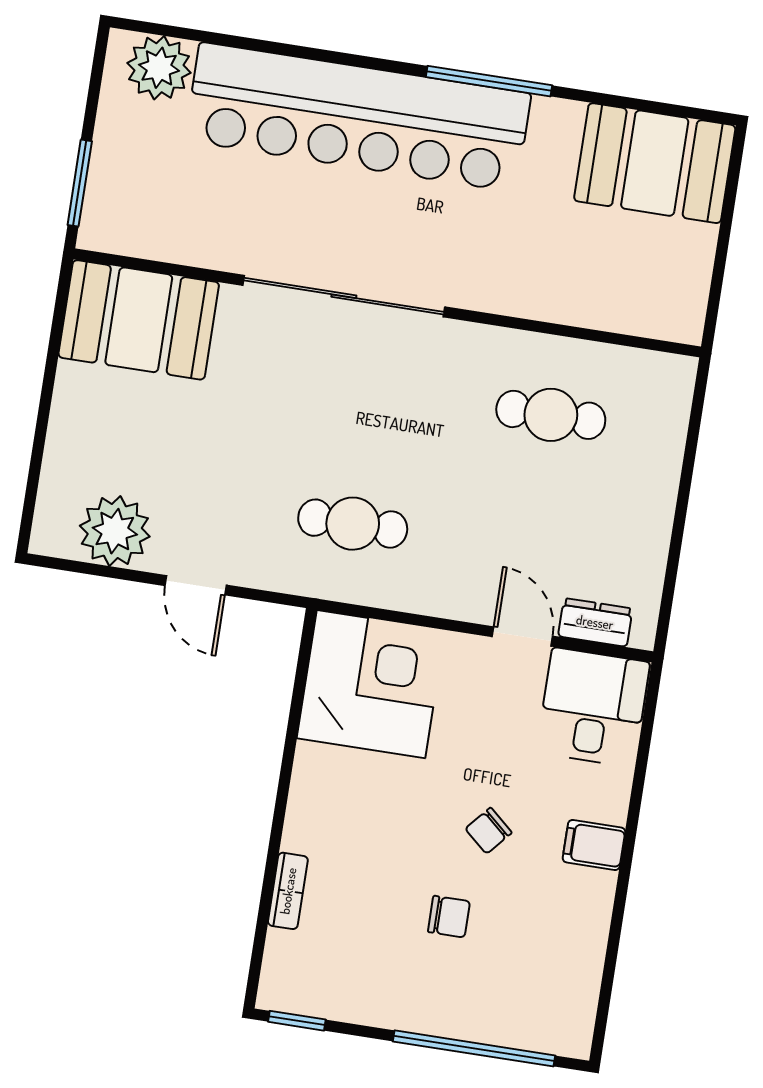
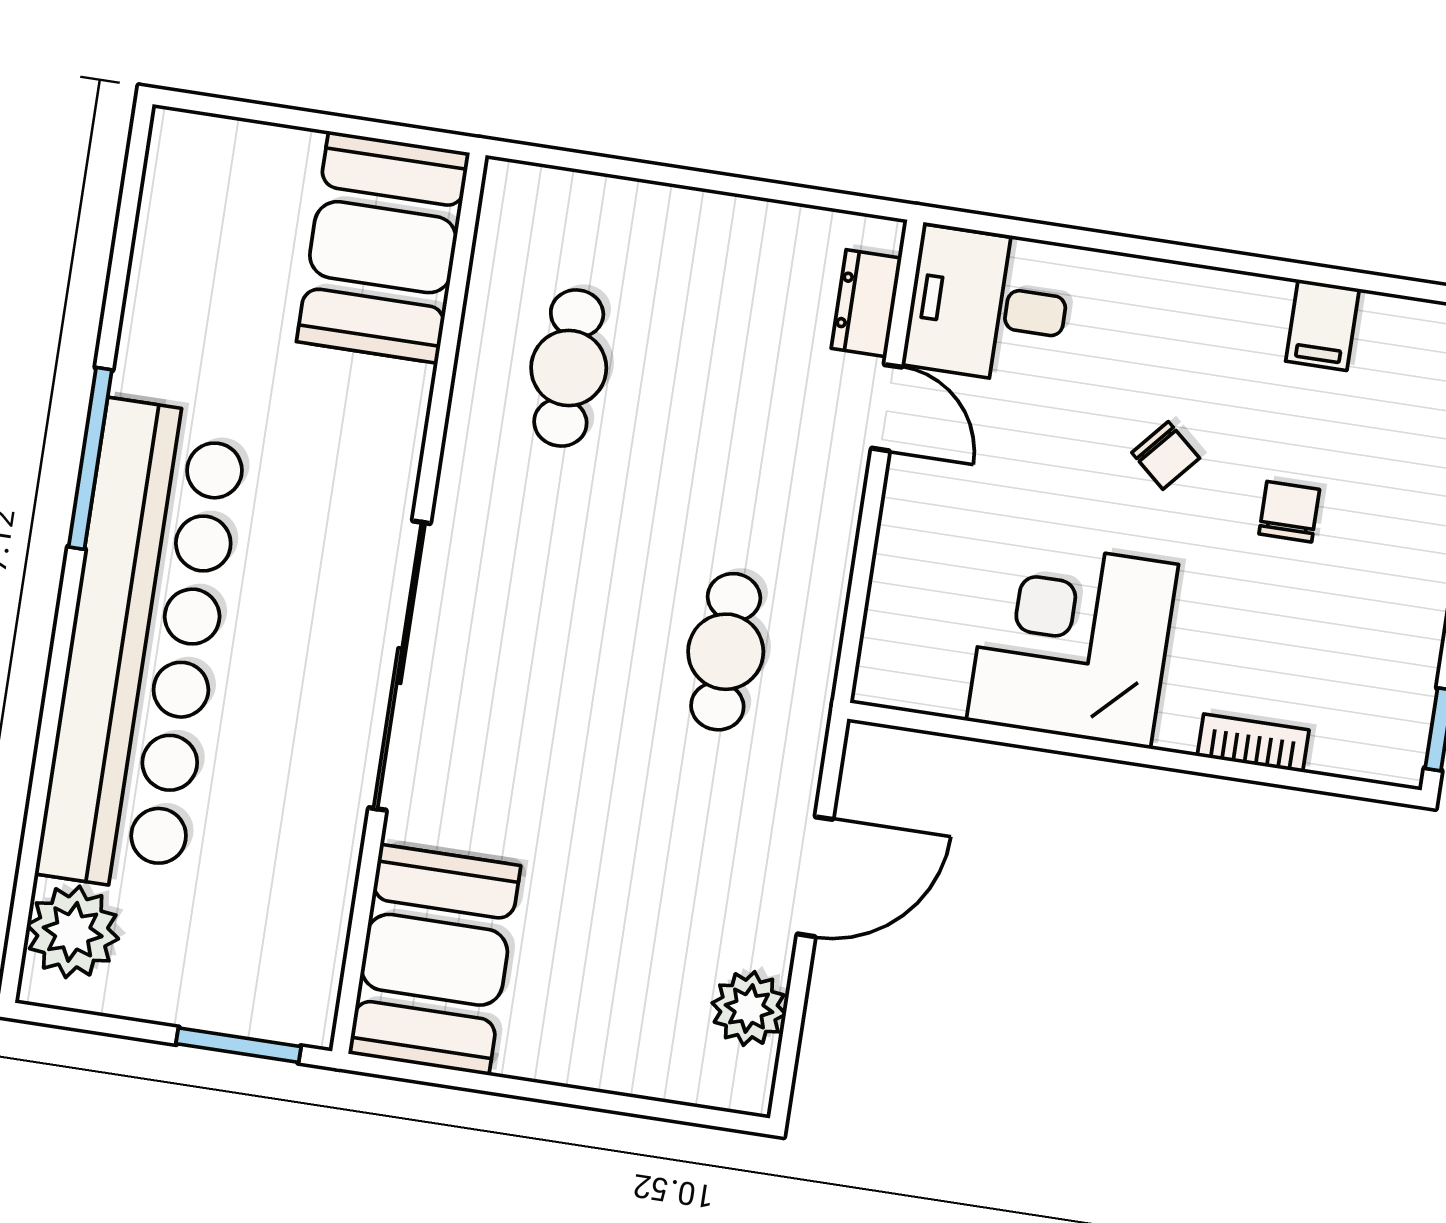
booth: (655, 163) -> (383, 247), moved
plant: (115, 531) -> (749, 1009), width x0.73, depth x0.73
door: (196, 585) -> (815, 877), width x1.38
door: (522, 636) -> (887, 408), swing flipped
corner desk: (371, 684) -> (1072, 643), moved
filing cabinet: (594, 845) -> (1322, 325), moved

